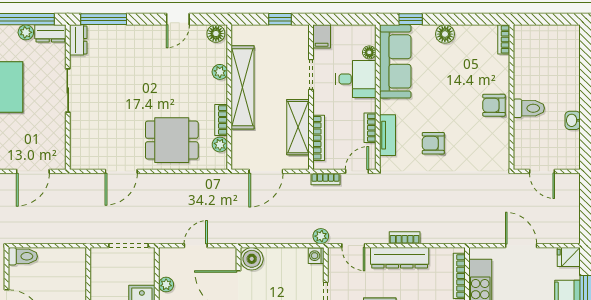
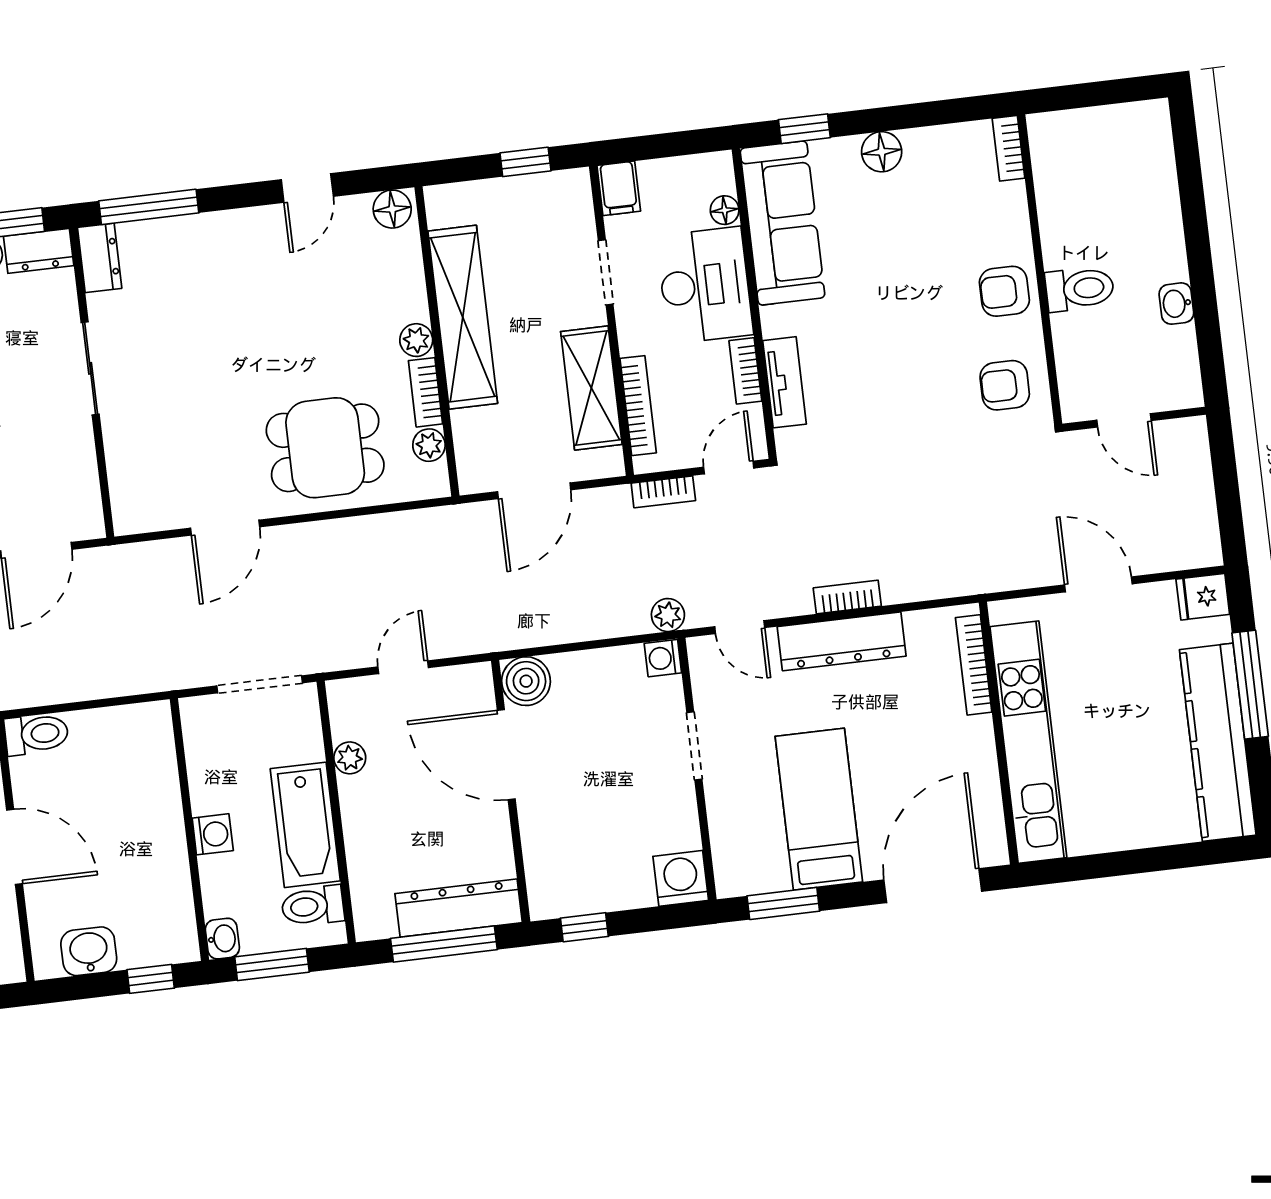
plant: (220, 72) -> (416, 340), moved
desk: (356, 79) -> (705, 285), width x1.37
armchair: (433, 143) -> (1005, 385), moved

